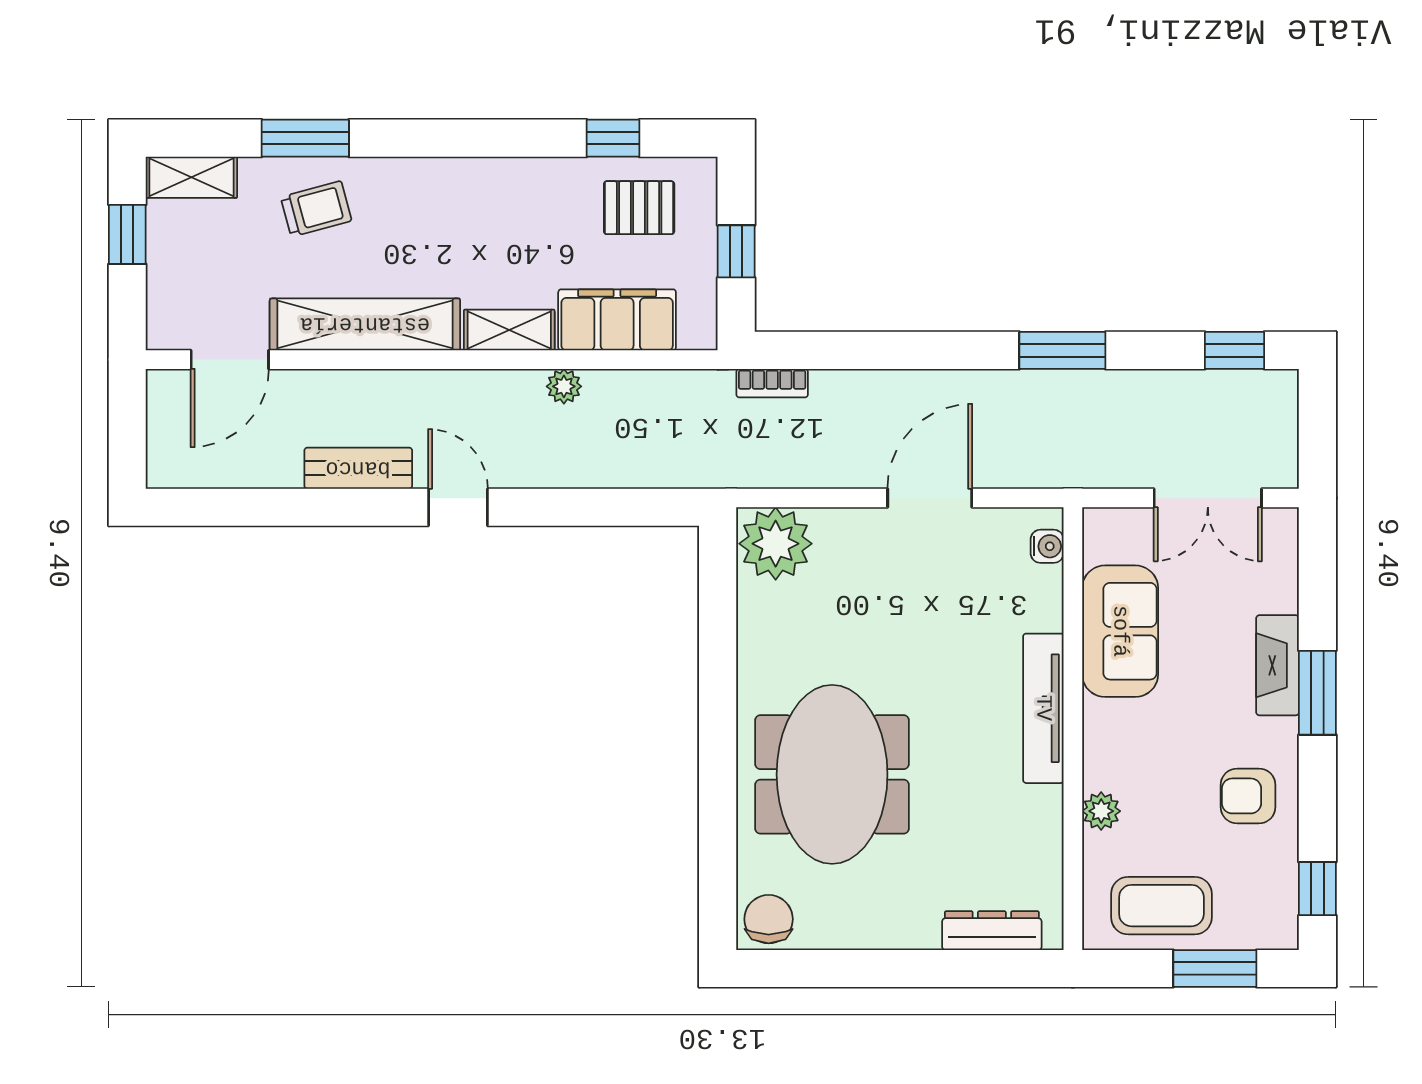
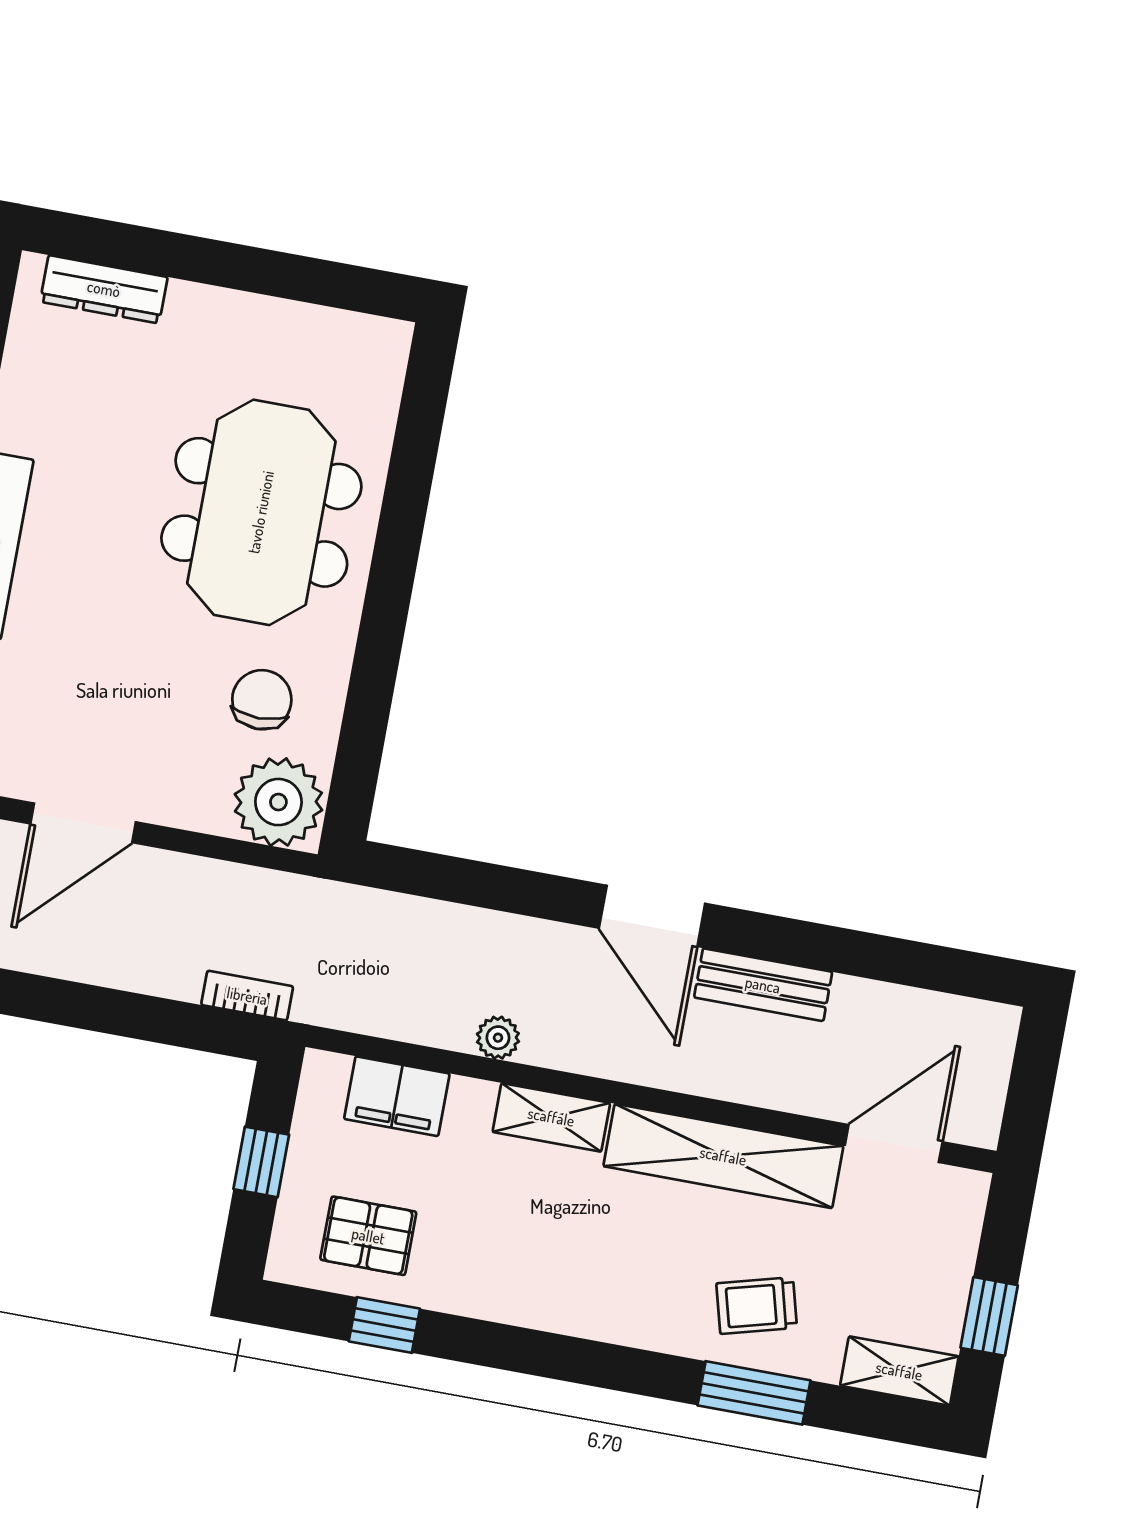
filing cabinet: (617, 320) -> (397, 1096), width x0.67, depth x0.86
door: (458, 507) -> (652, 916), width x1.38
chair: (769, 919) -> (262, 700), moved, turned 180

